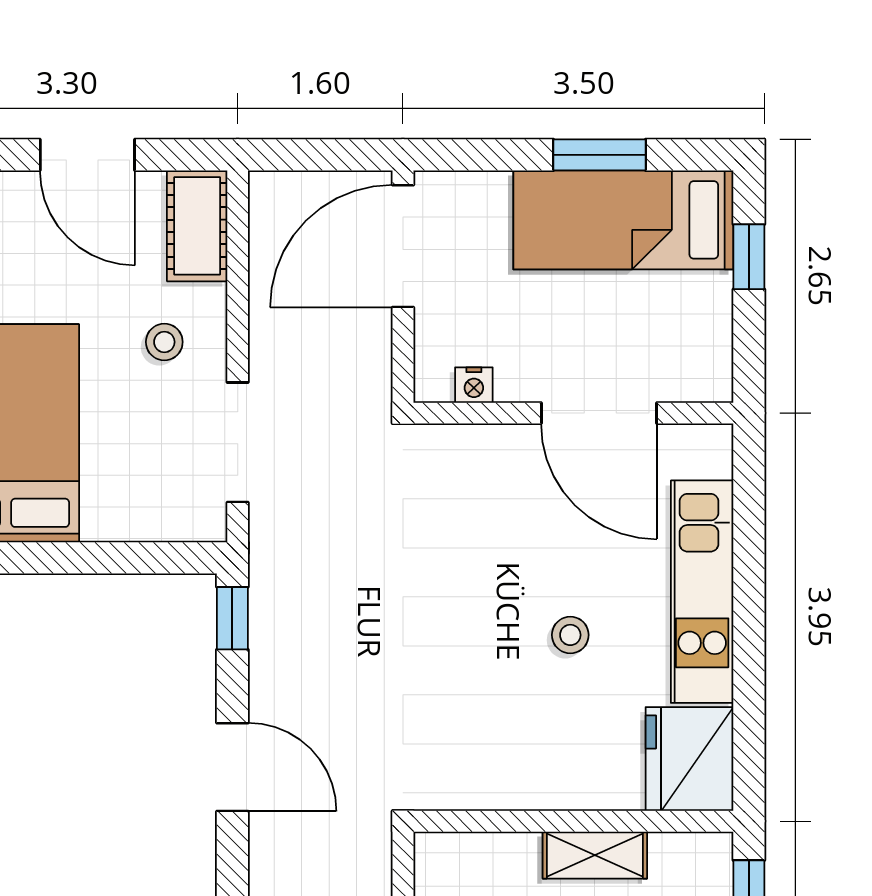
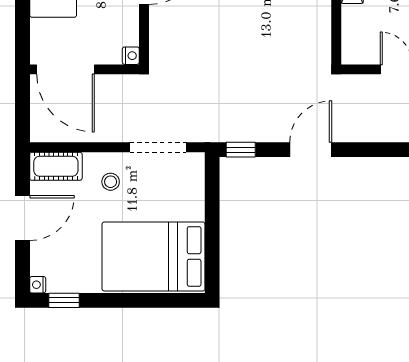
nightstand: (474, 385) -> (131, 56), moved

